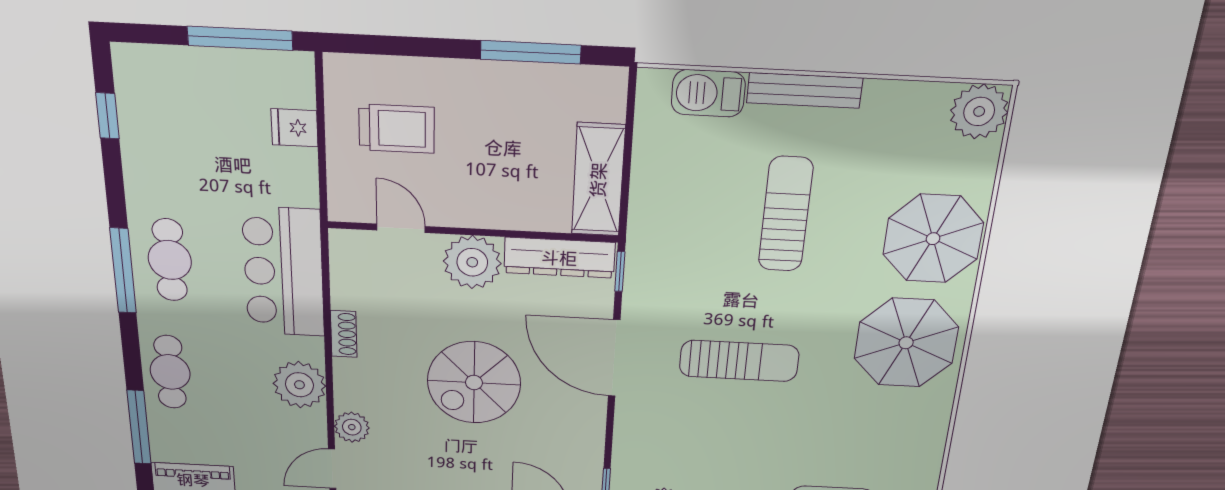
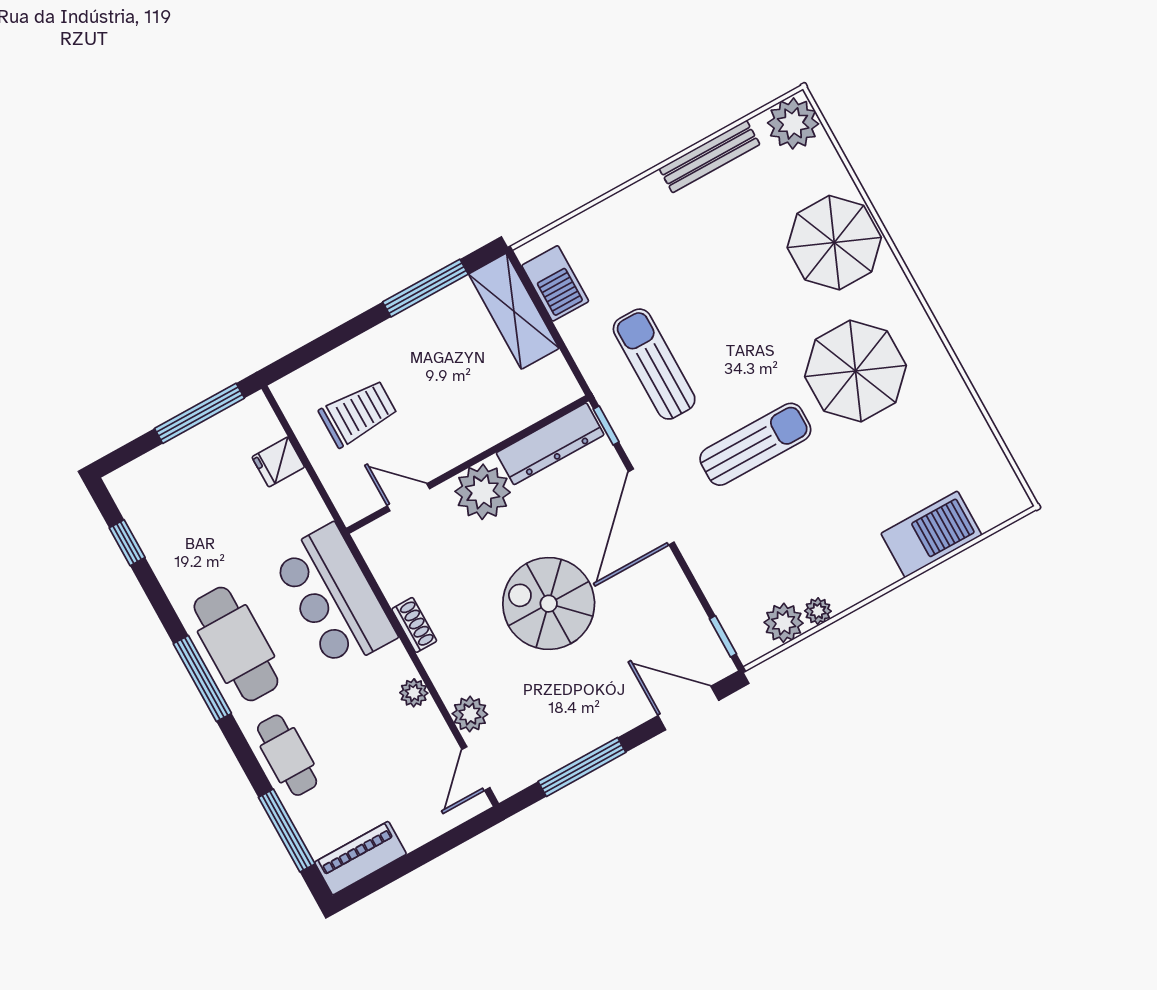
bench: (805, 90) -> (709, 157), moved
barbecue: (708, 93) -> (555, 283), moved, turned -90
shelving: (598, 180) -> (514, 311), moved
sun lounger: (786, 214) -> (654, 364), moved
cafe table: (170, 260) -> (236, 644), width x1.37, depth x1.35
parasol: (906, 343) -> (856, 371), moved
door: (614, 358) -> (651, 507), hinge flipped
spiral stairs: (474, 382) -> (549, 604), turned 90
plant: (299, 385) -> (414, 693), width x0.53, depth x0.53

